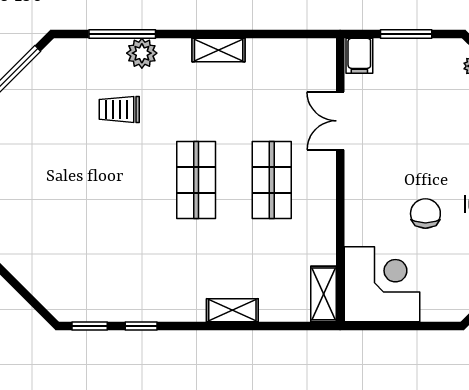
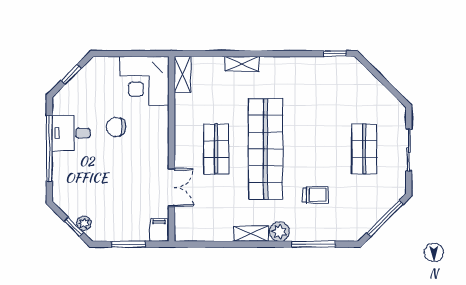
plant: (142, 53) -> (279, 232), moved
shop shelf: (45, 180) -> (364, 149), added
shop shelf: (196, 180) -> (266, 149), width x2.00, depth x1.36
chair: (425, 214) -> (116, 127), turned 90
window: (141, 326) -> (301, 54), removed

